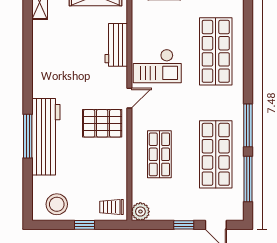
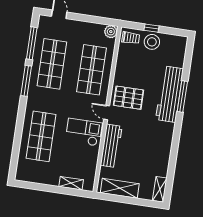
workbench: (116, 45) -> (111, 146), width x1.38
door: (129, 98) -> (107, 113), hinge flipped
shop shelf: (159, 154) -> (91, 70), width x1.43, depth x1.36
stool: (57, 204) -> (152, 42), moved
window: (184, 225) -> (82, 18), removed

